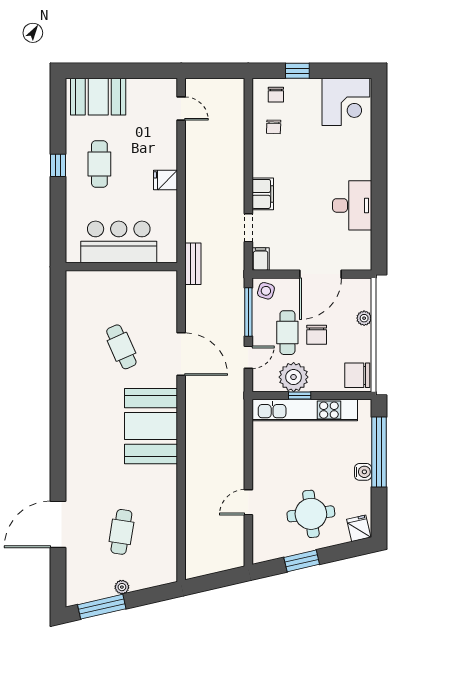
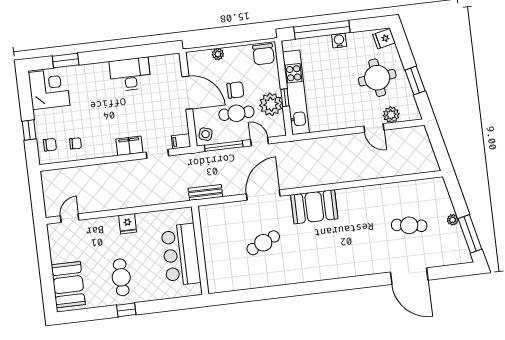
window: (379, 127) -> (66, 60), added
cafe table: (99, 164) -> (121, 277), turned 90
bench: (193, 264) -> (205, 193), moved
booth: (151, 426) -> (314, 207), width x0.73, depth x0.70
plant: (263, 526) -> (391, 115), added

